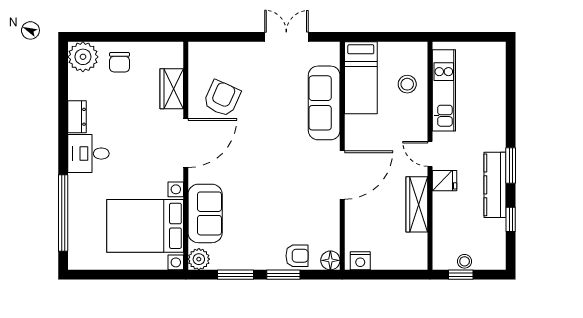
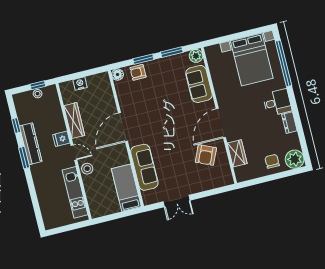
stool: (407, 84) -> (87, 169), moved
bed with nightstands: (145, 226) -> (252, 59), moved, turned 90
nightstand: (360, 261) -> (80, 84), moved

